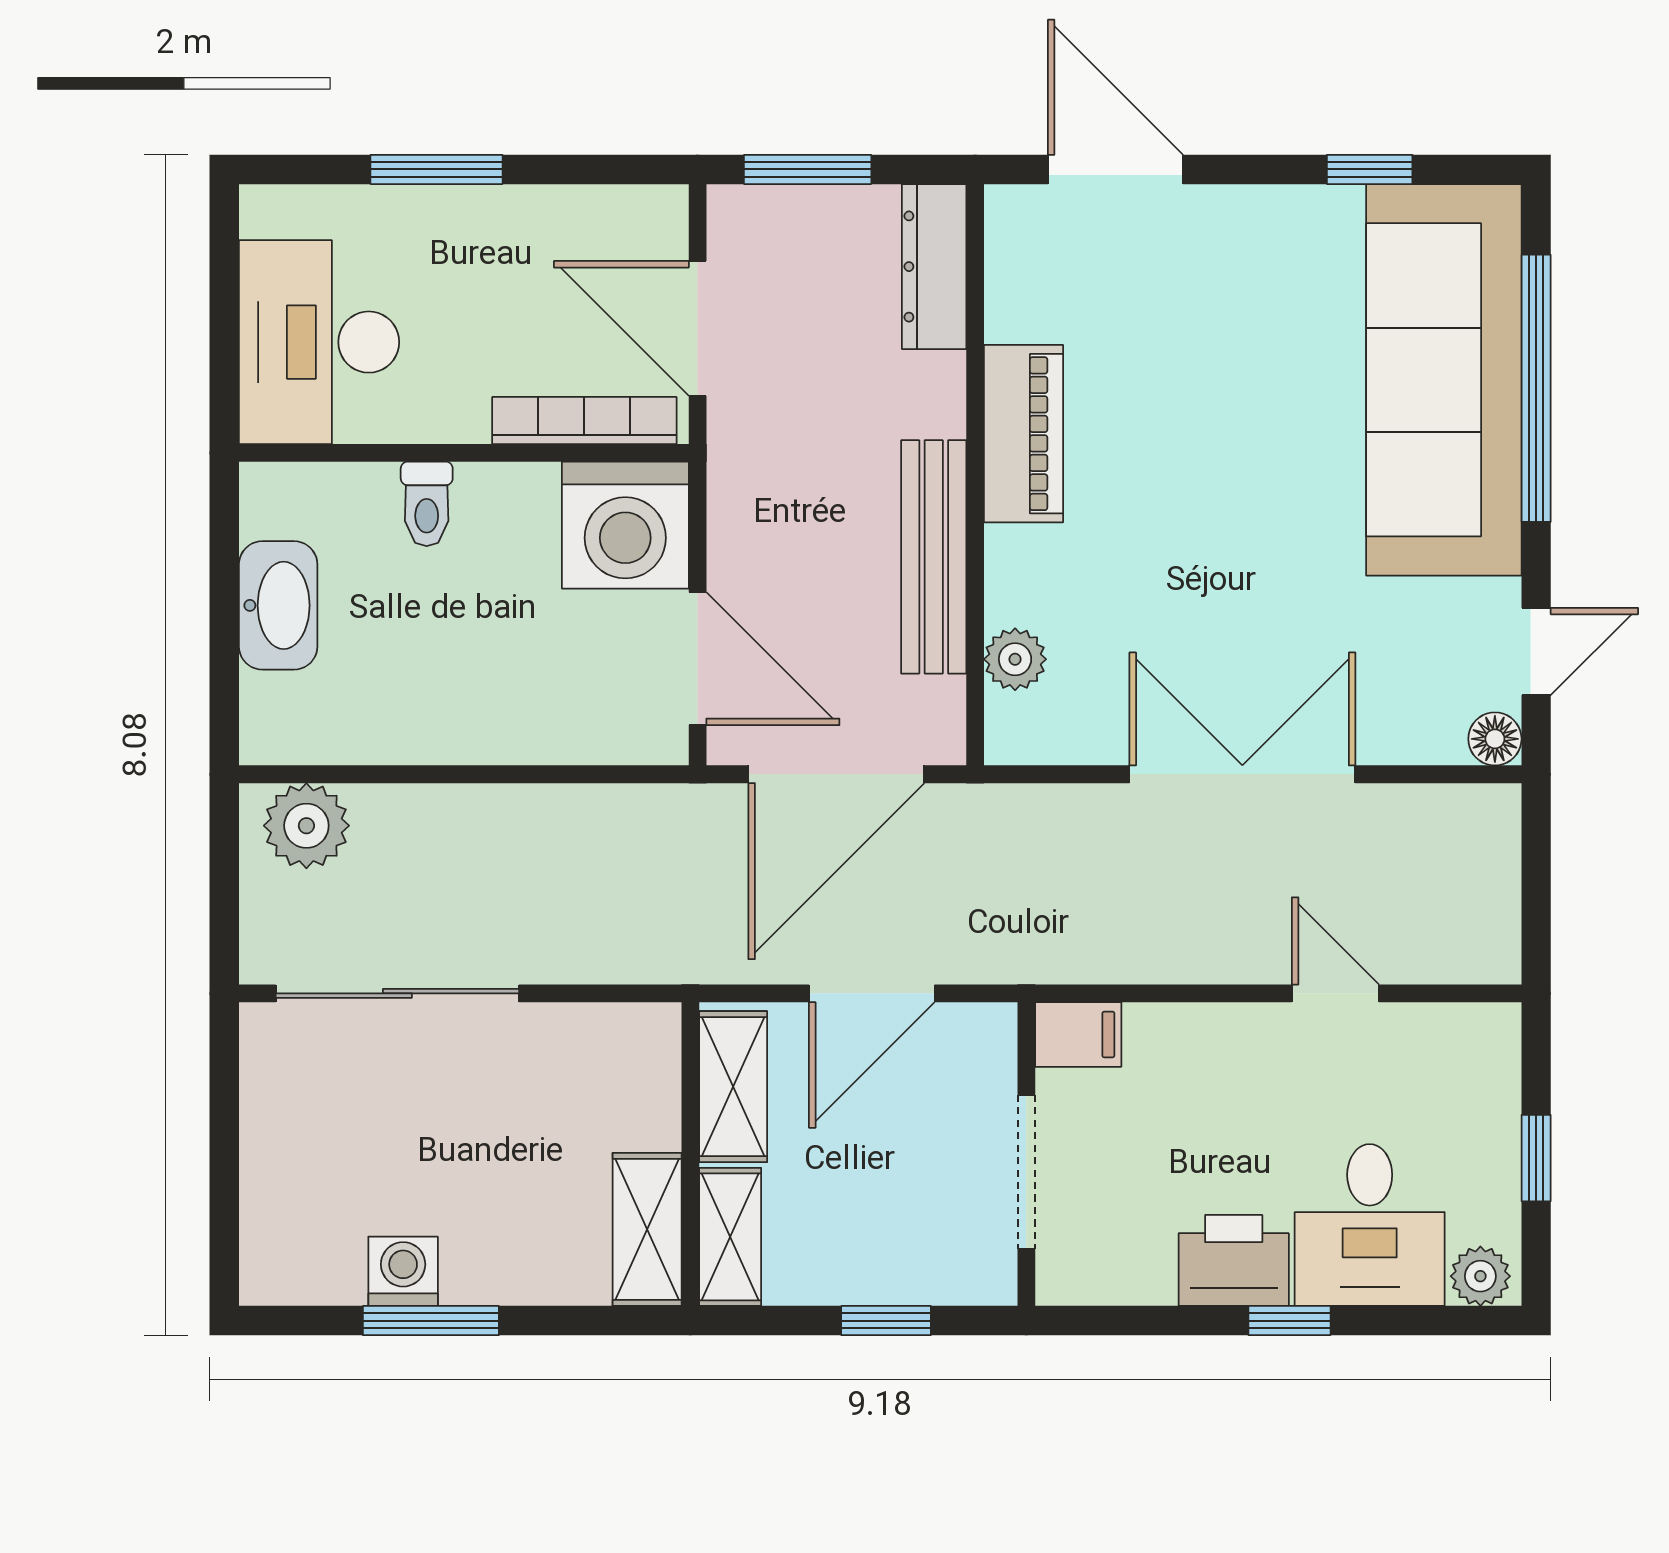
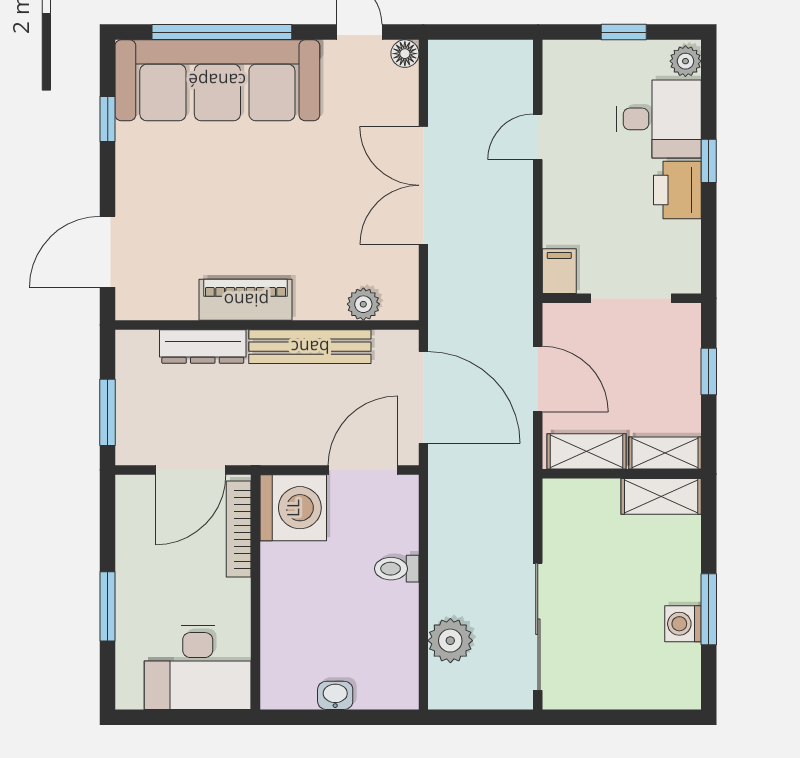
dresser: (934, 267) -> (203, 346), moved
toilet: (427, 504) -> (397, 569), moved, turned 180
washbasin: (278, 605) -> (335, 695), width x0.52, depth x0.69
plant: (306, 826) -> (450, 641), moved

